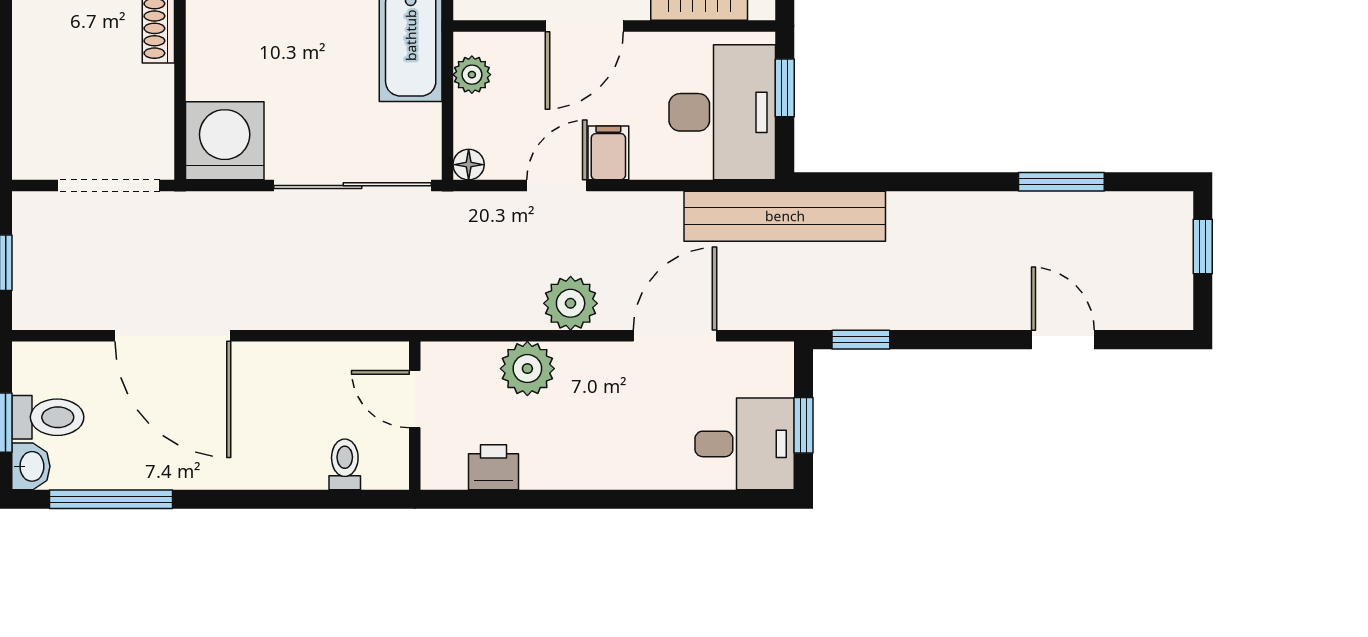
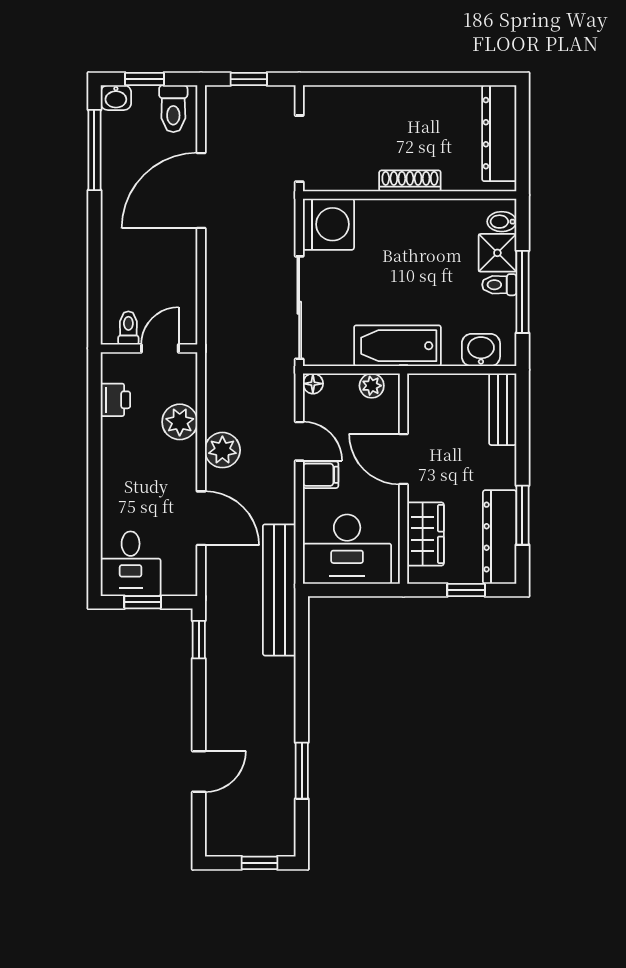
window: (785, 88) -> (363, 590), removed
toilet: (48, 417) -> (173, 109), moved
toilet: (345, 464) -> (128, 328), moved, turned -90

